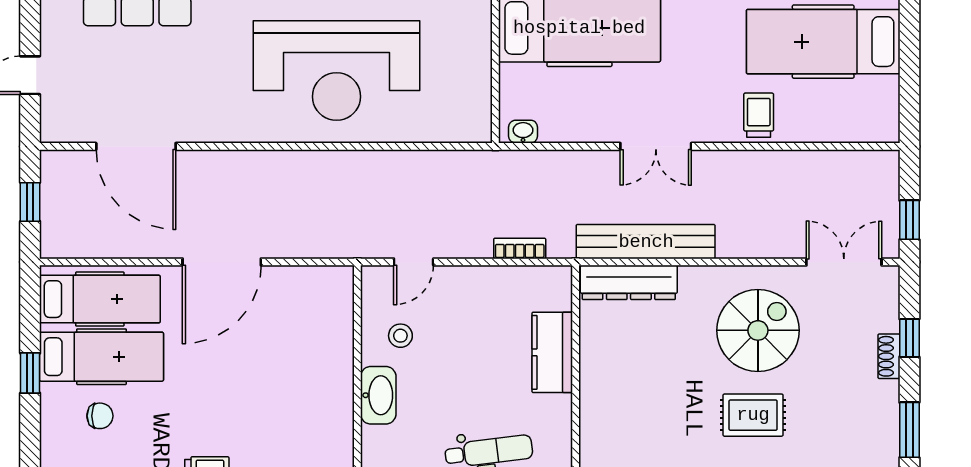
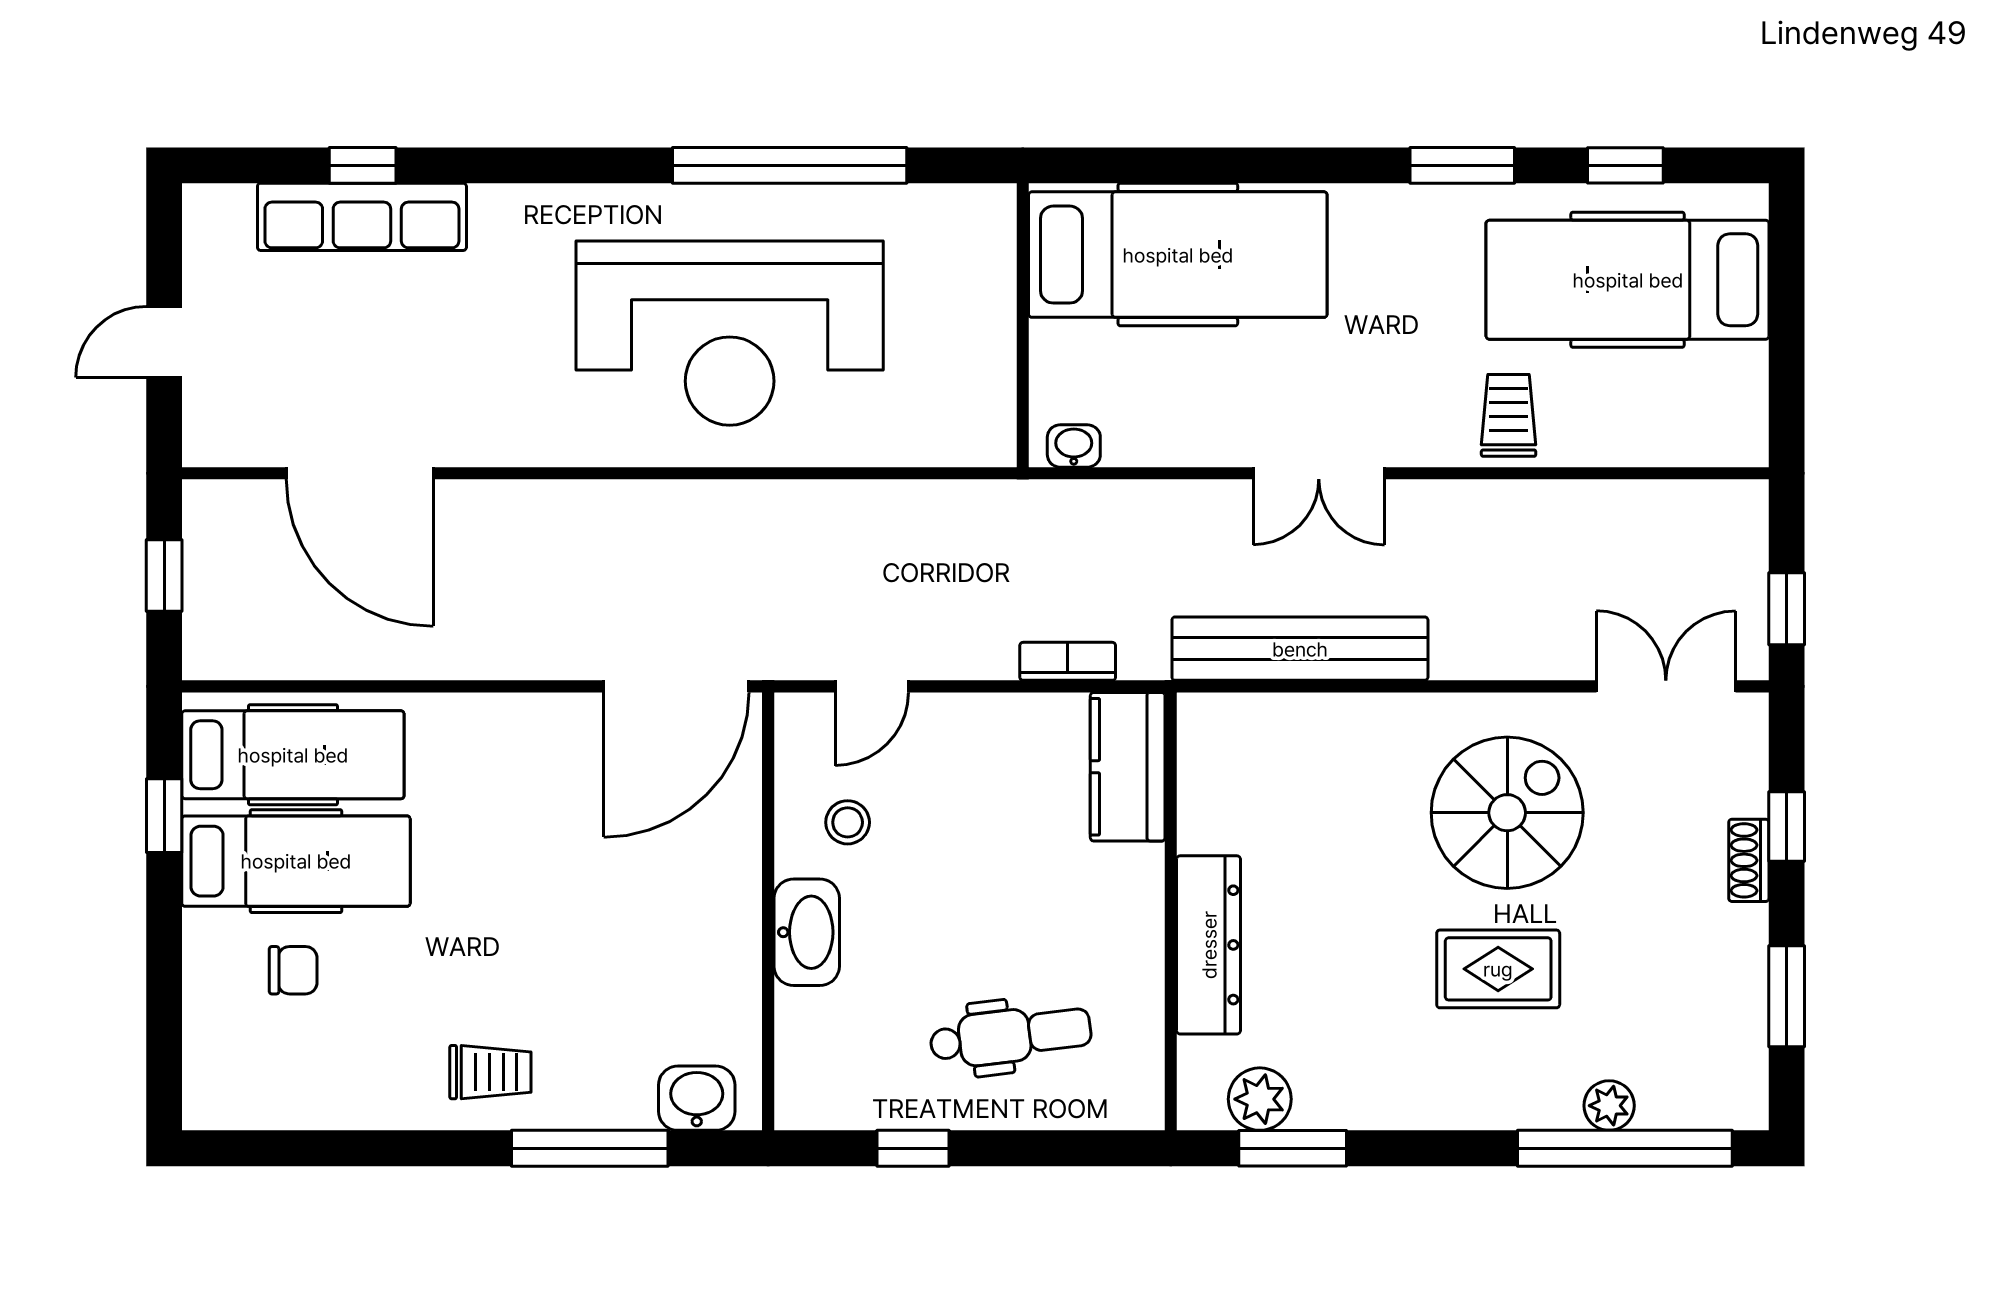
door: (222, 262) -> (676, 686), moved
dresser: (629, 282) -> (1209, 945), moved, turned -90
kitchen counter: (552, 352) -> (1128, 767), moved
window: (30, 373) -> (164, 816), moved

